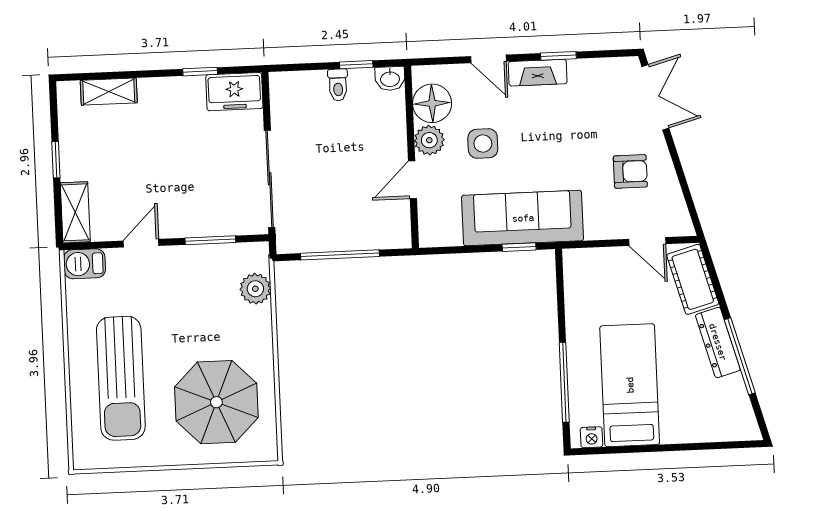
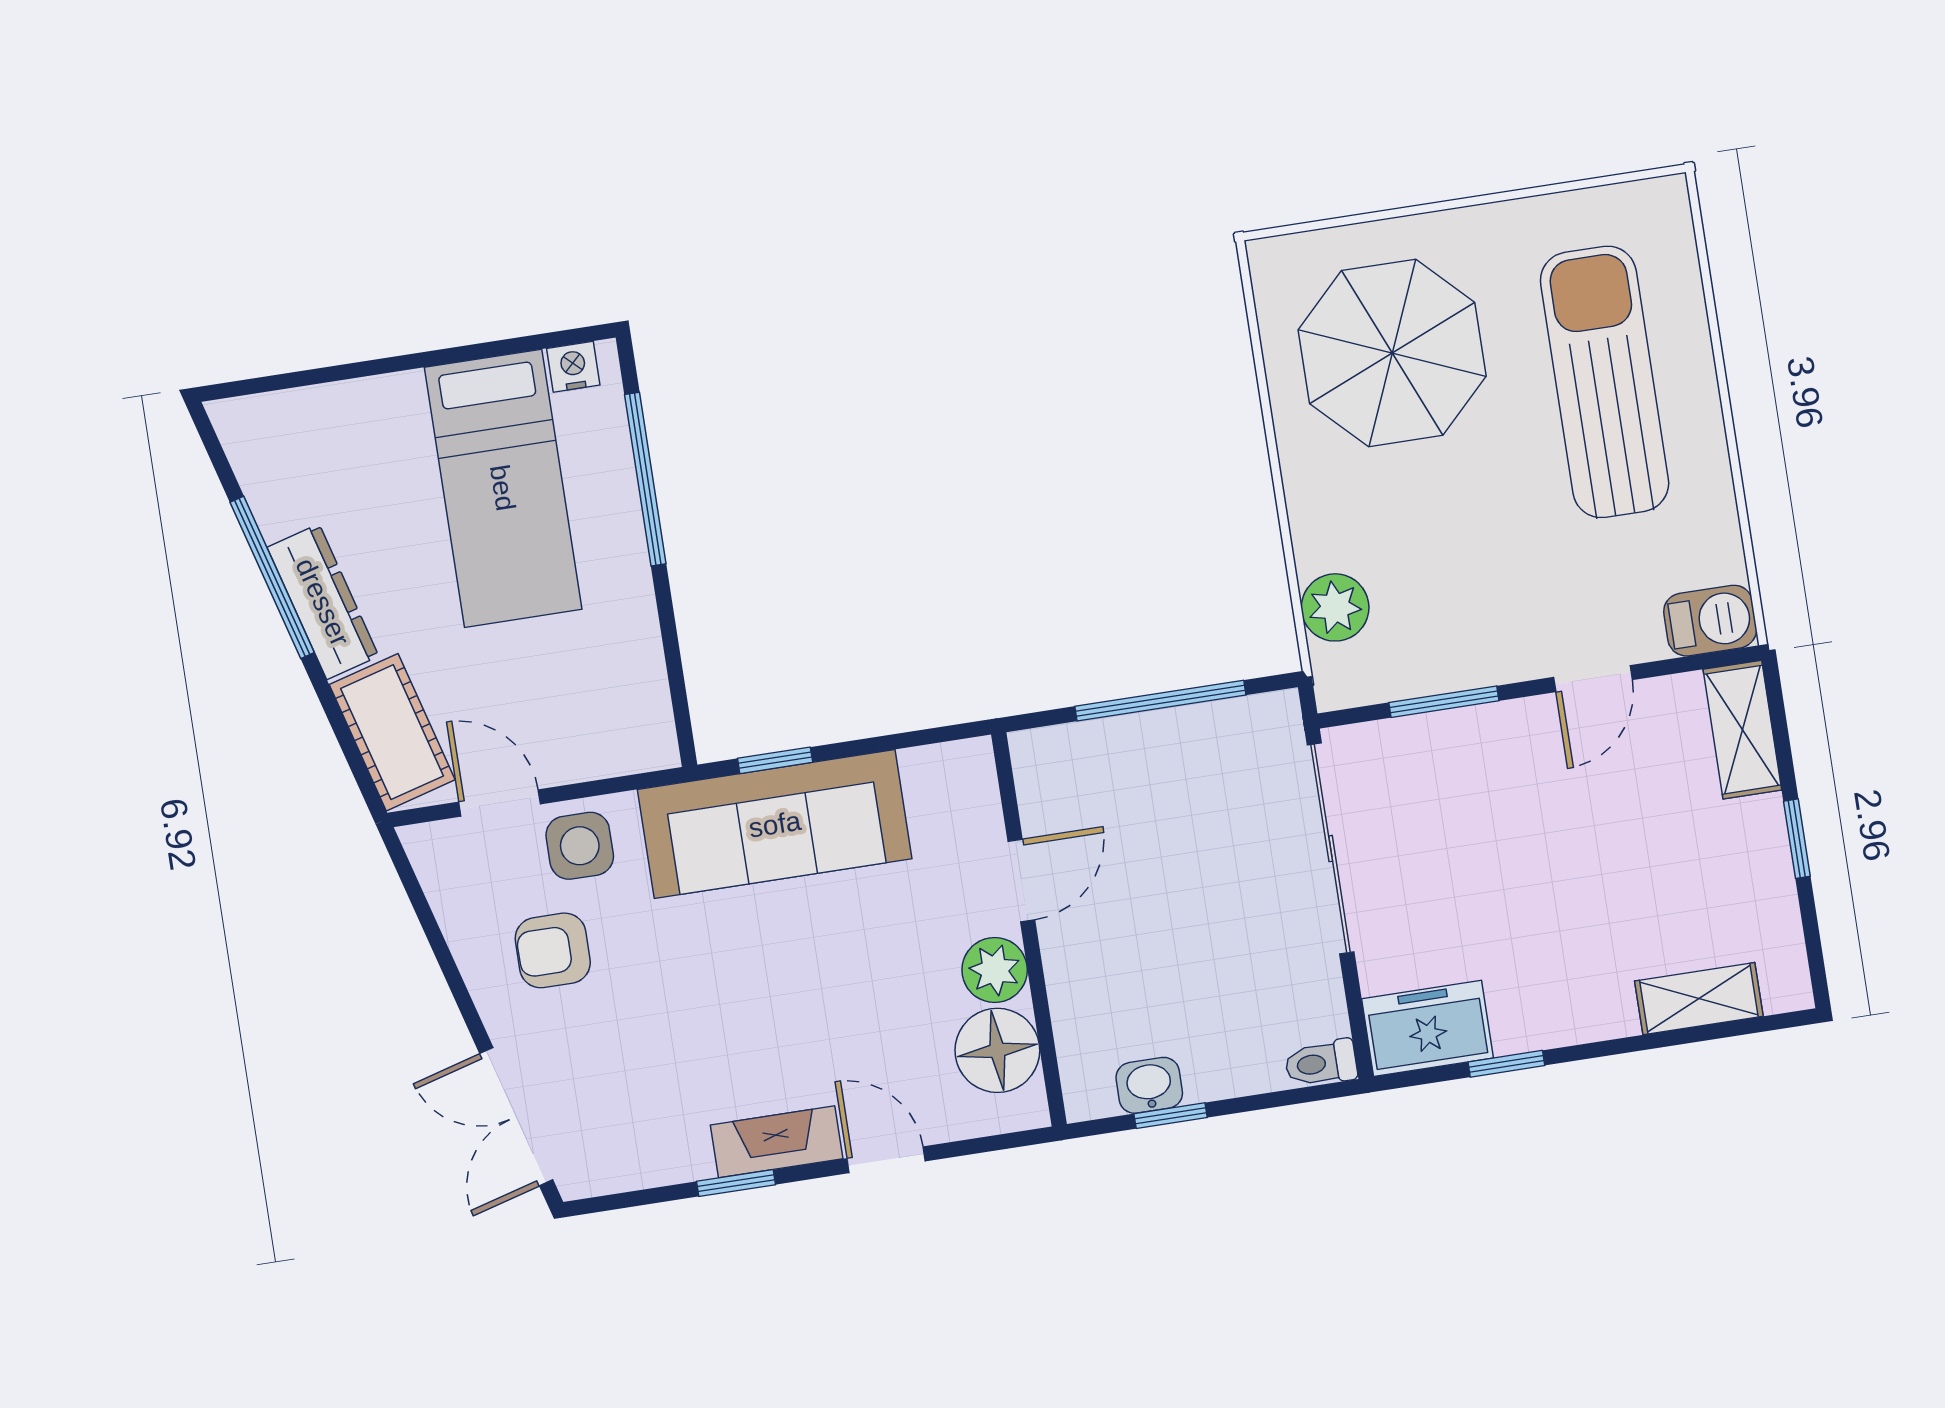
washbasin: (390, 79) -> (1149, 1085), moved
toilet: (338, 85) -> (1321, 1063), moved, turned -90
side table: (483, 144) -> (580, 846), moved

